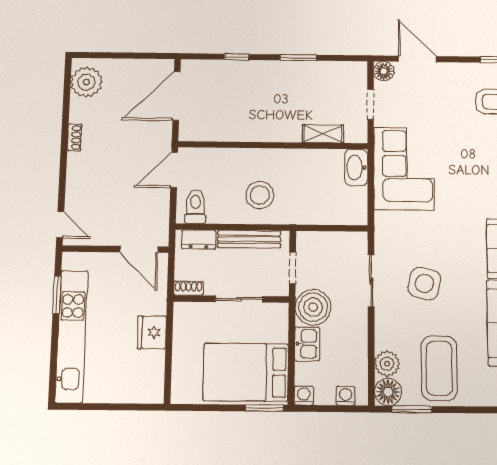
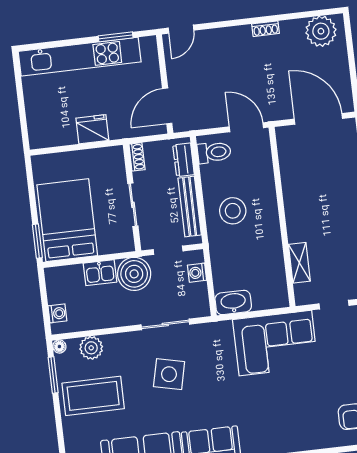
washbasin: (356, 167) -> (233, 302), moved
floor lamp: (388, 392) -> (59, 346), width x0.53, depth x0.53
washing machine: (304, 395) -> (197, 273), moved, turned 180

